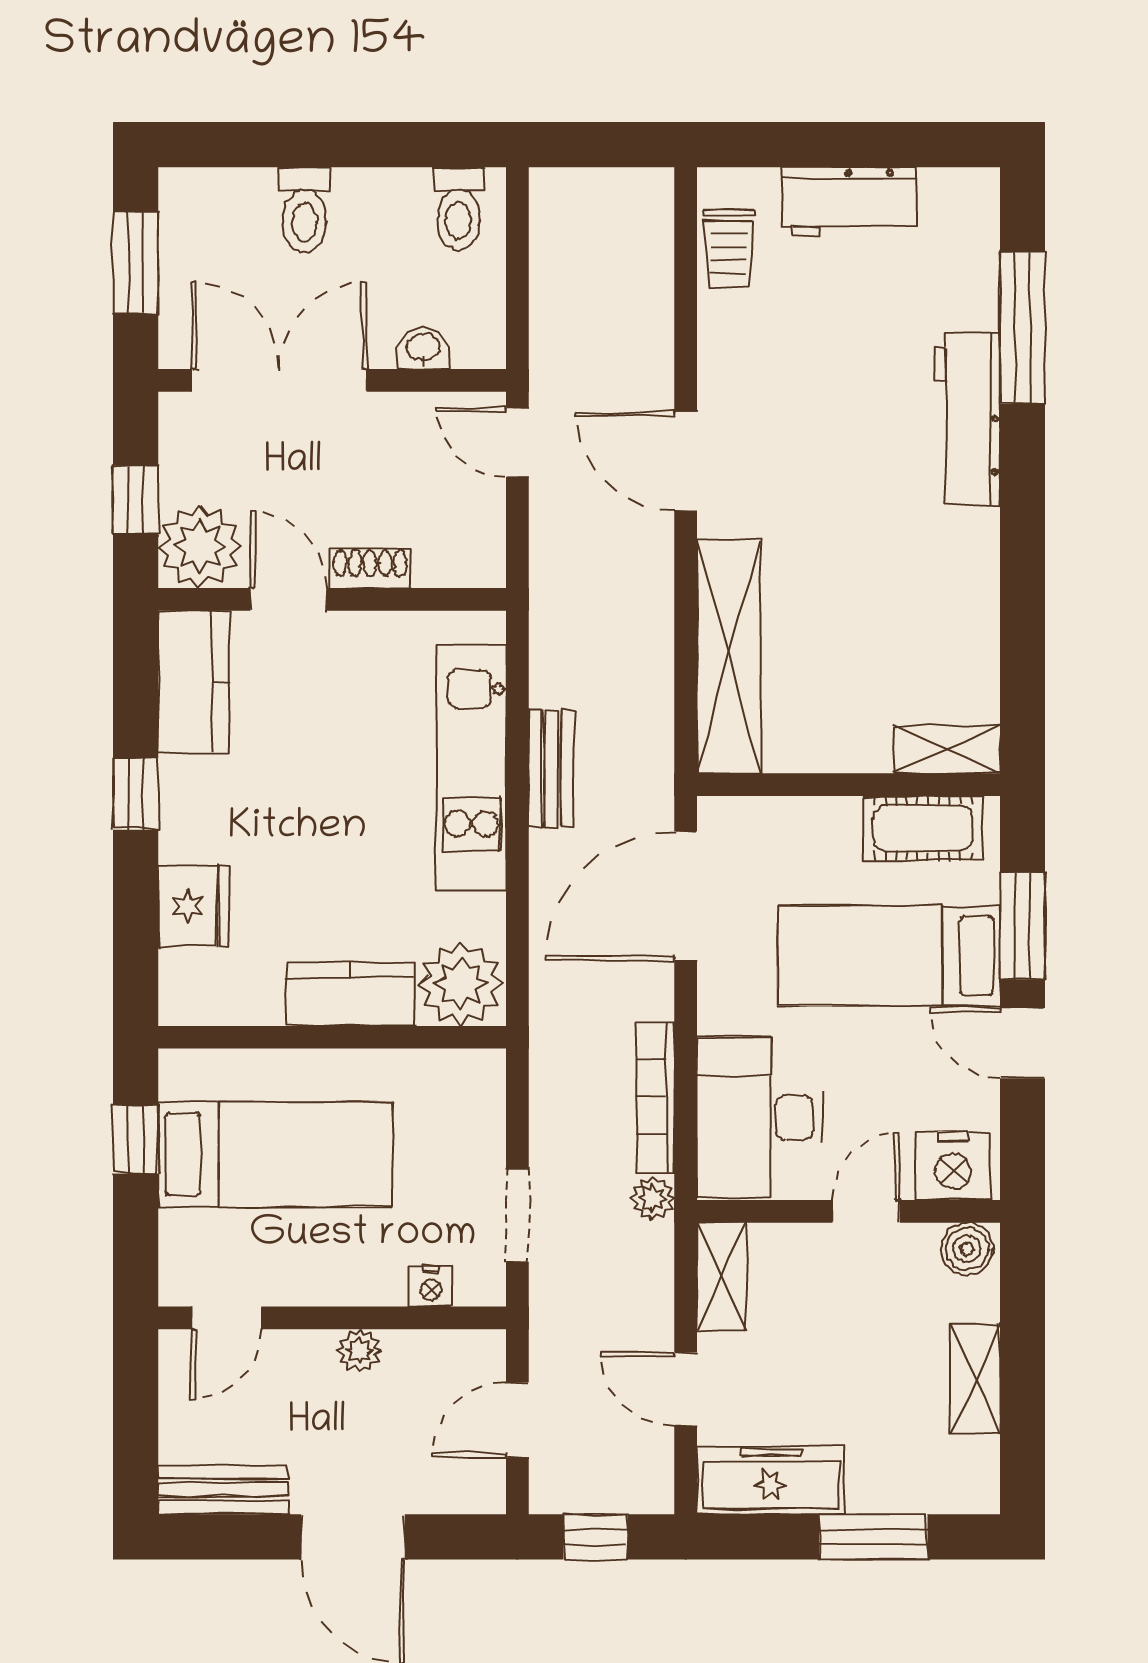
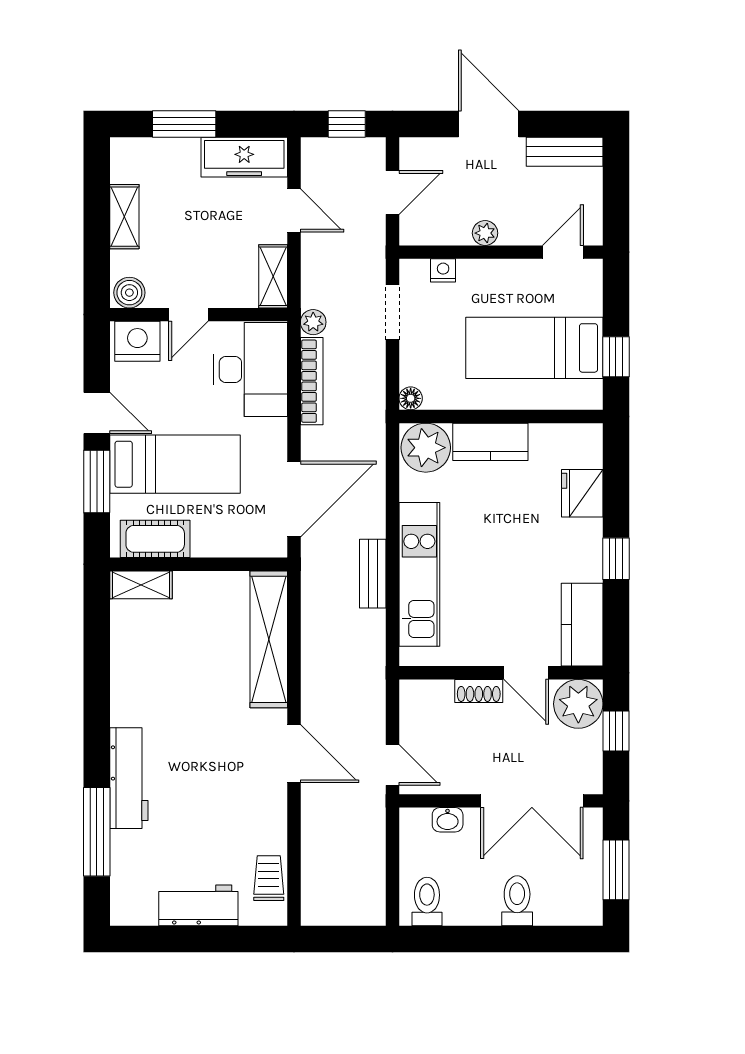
floor lamp: (486, 1068) -> (411, 398), added

